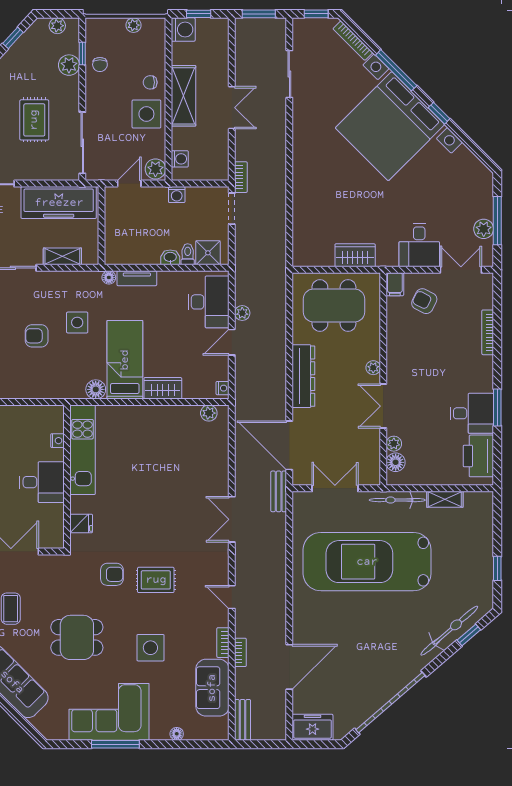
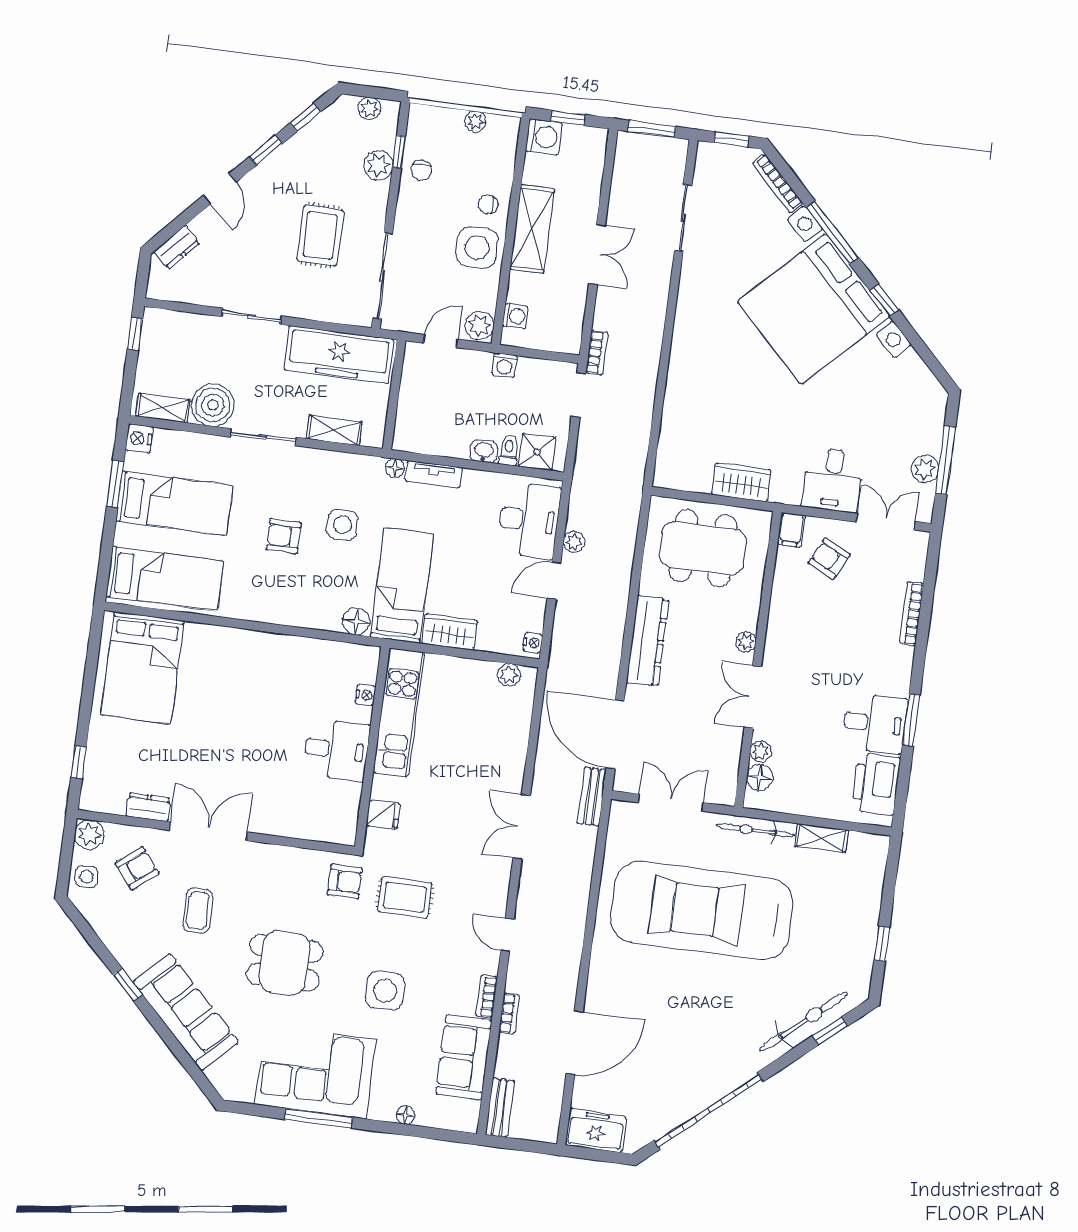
nightstand: (57, 441) -> (365, 695), moved
kitchen unit: (82, 450) -> (399, 712), moved
wall: (67, 477) -> (372, 747), moved
desk: (42, 482) -> (336, 750), moved
fridge: (81, 524) -> (383, 815), moved

